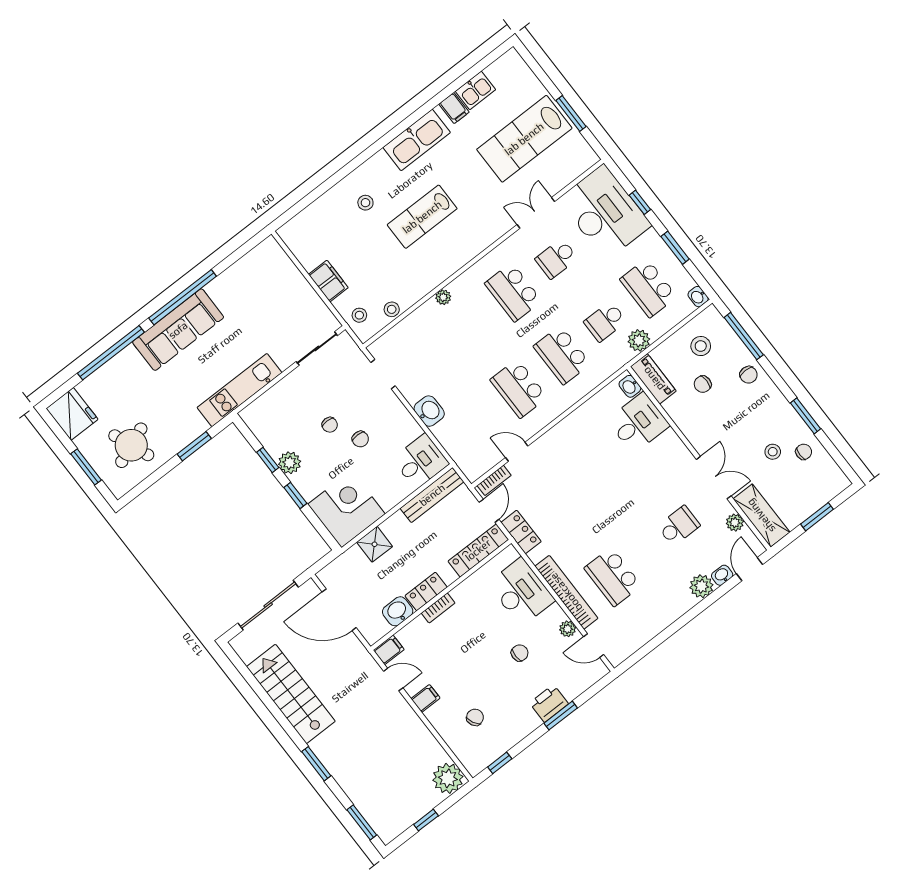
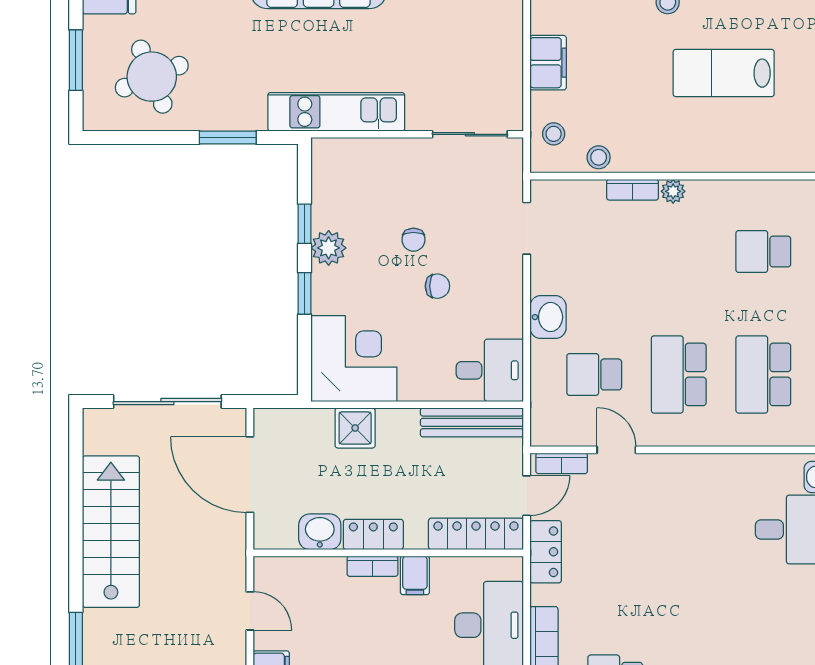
school desk: (513, 292) -> (763, 251), width x0.54
bookcase: (422, 312) -> (633, 190), added
school desk: (476, 422) -> (594, 374), added
chair: (360, 439) -> (437, 286), turned -90
filing cabinet: (389, 650) -> (415, 575), moved, turned 90

